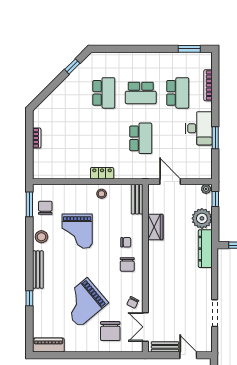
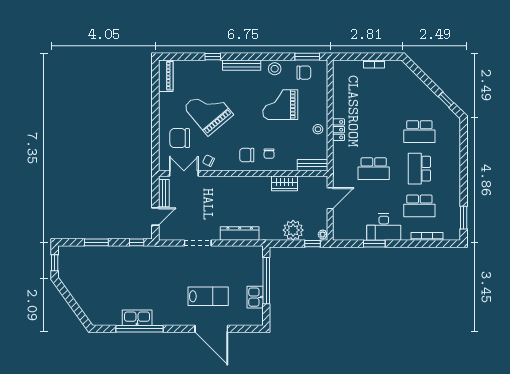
dresser: (205, 249) -> (240, 234), moved

